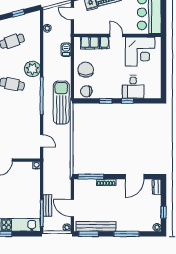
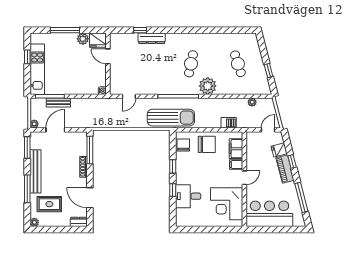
window: (164, 212) -> (51, 229), removed
rug: (140, 214) -> (49, 204), added
bench: (96, 226) -> (35, 171), moved

